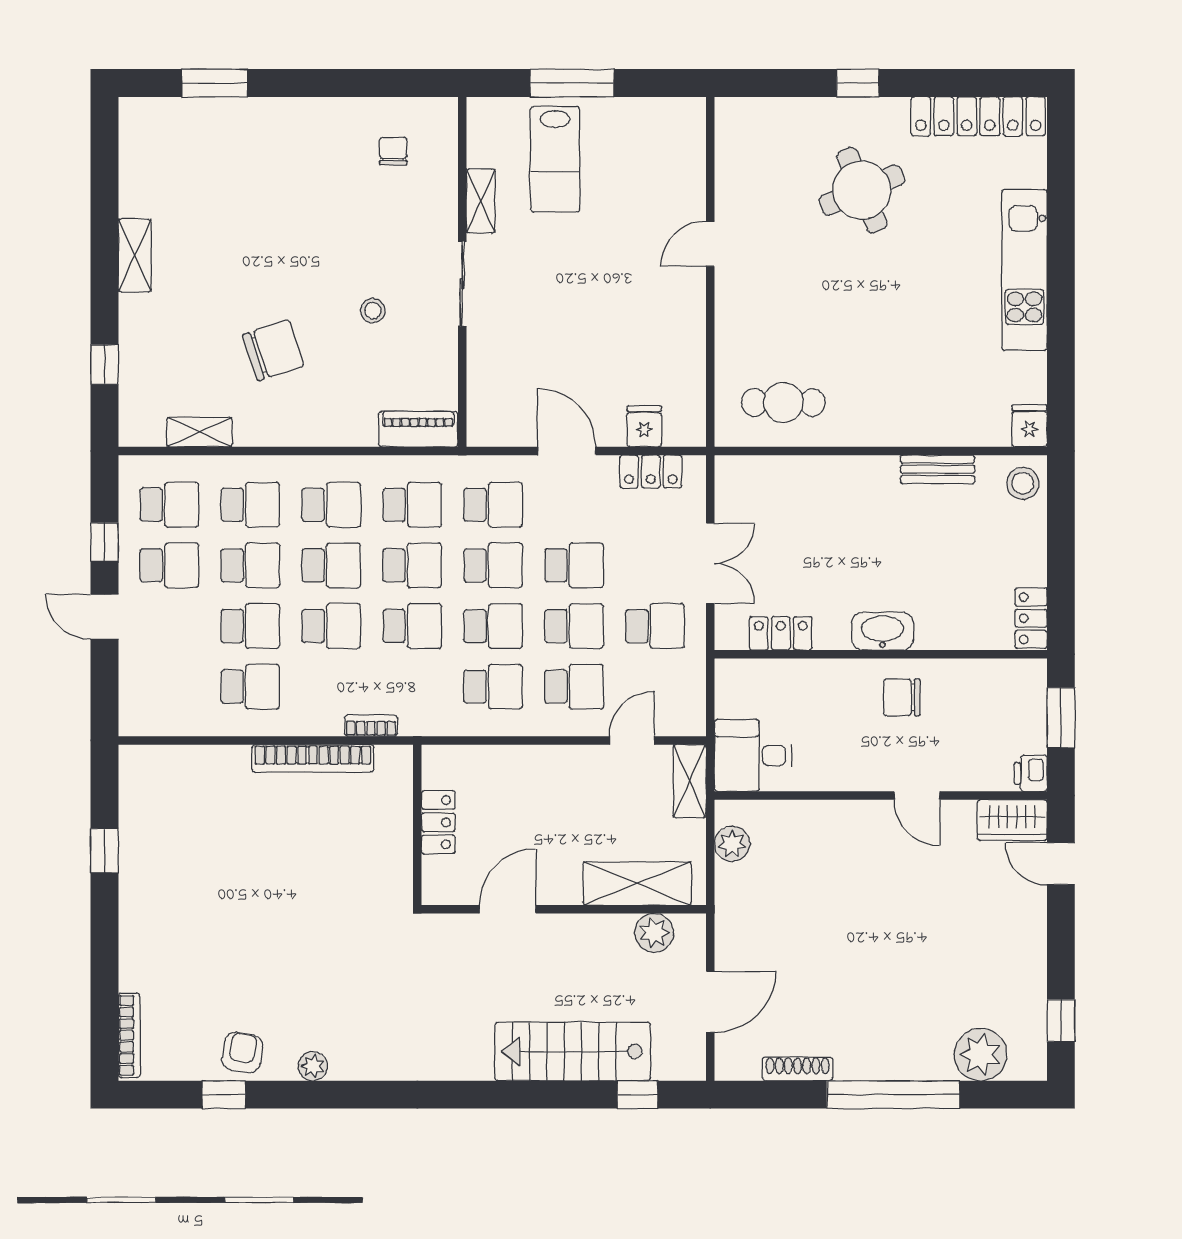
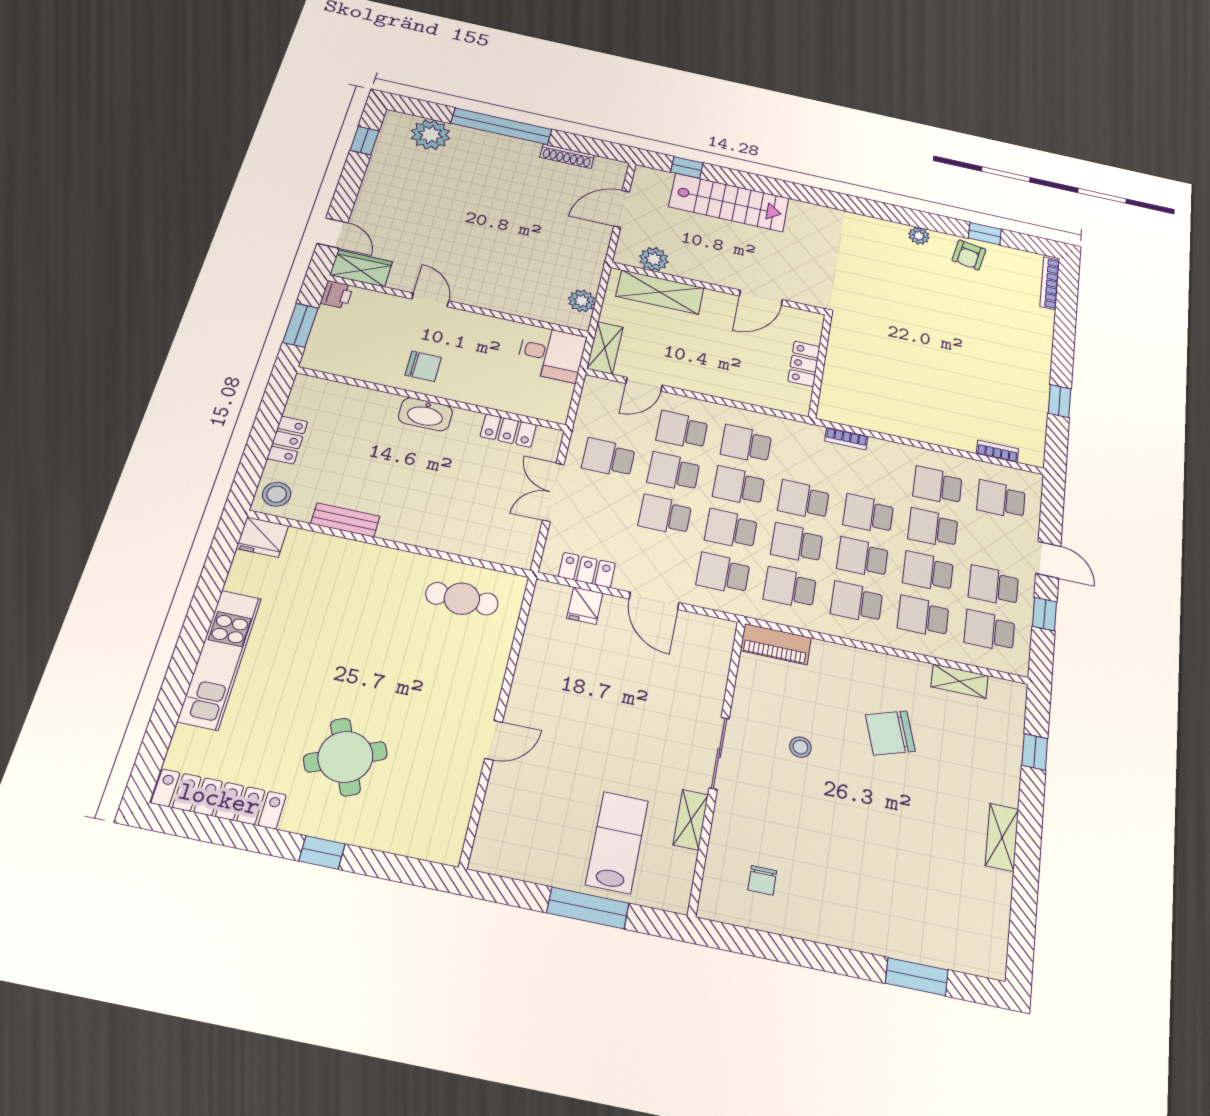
fridge: (1029, 426) -> (262, 537), width x1.38
locker: (1031, 618) -> (287, 440), moved
school desk: (169, 687) -> (1001, 499), added
bookcase: (313, 758) -> (997, 451), moved, width x0.43, depth x0.76

